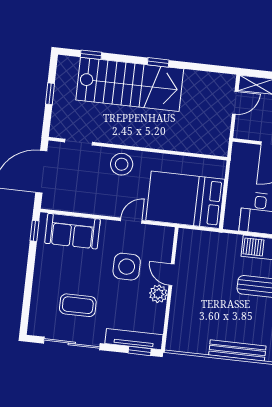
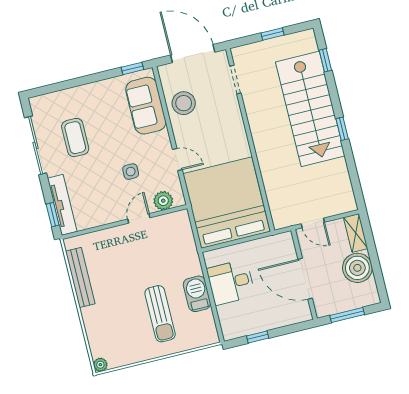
door: (235, 103) -> (313, 223), moved
stool: (122, 164) -> (184, 103), moved
bed: (185, 200) -> (226, 203), width x1.36
side table: (127, 267) -> (131, 172), width x0.54, depth x0.54
plant: (158, 294) -> (163, 201), moved
bench: (237, 351) -> (80, 277), moved

